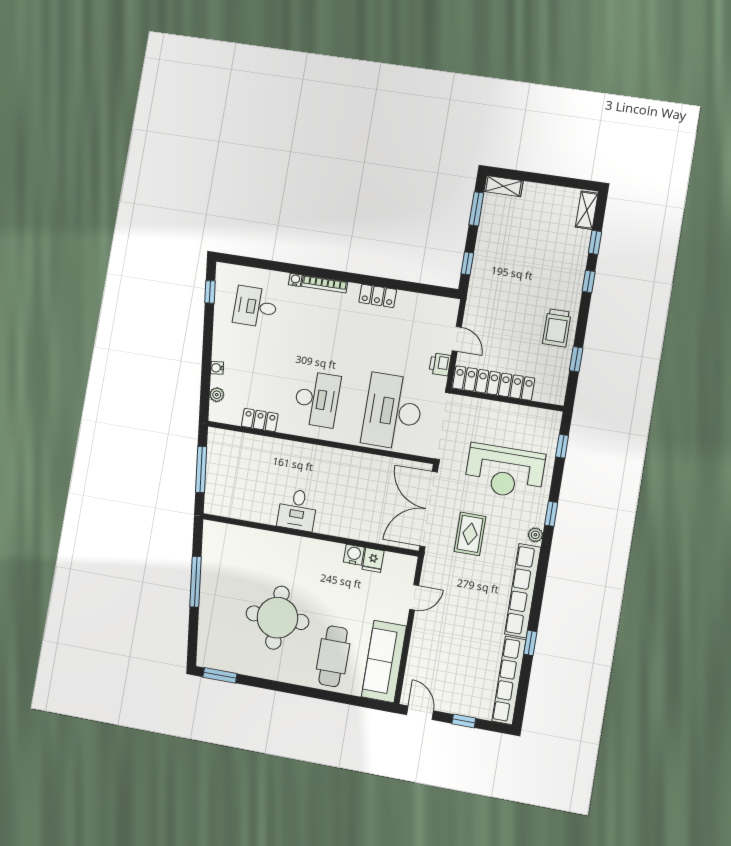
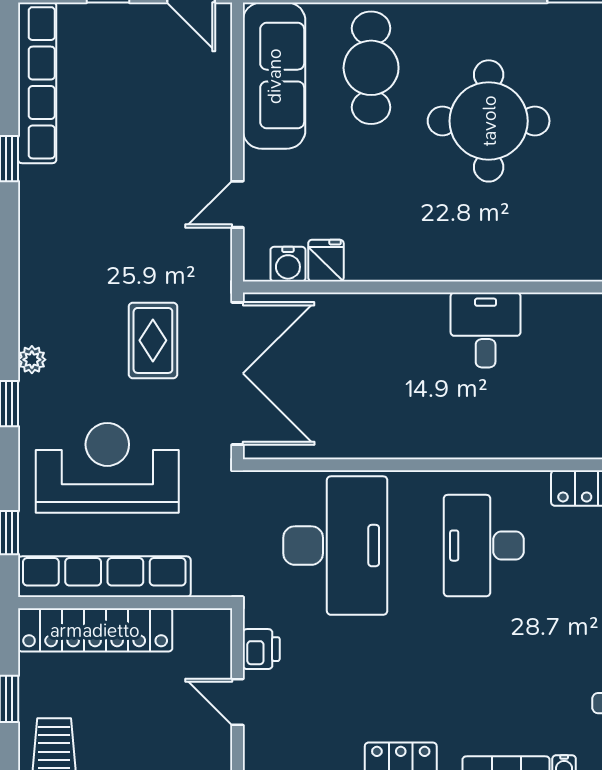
locker: (494, 383) -> (95, 630), moved
water cooler: (354, 555) -> (288, 264), moved
row of seats: (523, 591) -> (104, 577), moved, turned -90

